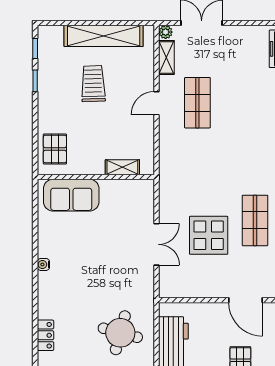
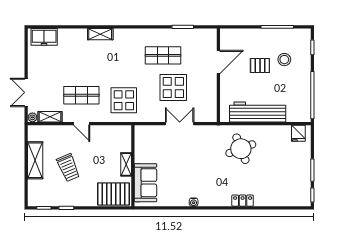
shelving: (104, 36) -> (35, 160), width x0.68
trolley: (93, 84) -> (68, 168), turned -111
pallet: (55, 149) -> (114, 194), width x1.50, depth x1.42
display table: (190, 164) -> (124, 100), added
shelving: (122, 167) -> (126, 164), moved
round table: (120, 333) -> (241, 149), turned -36

